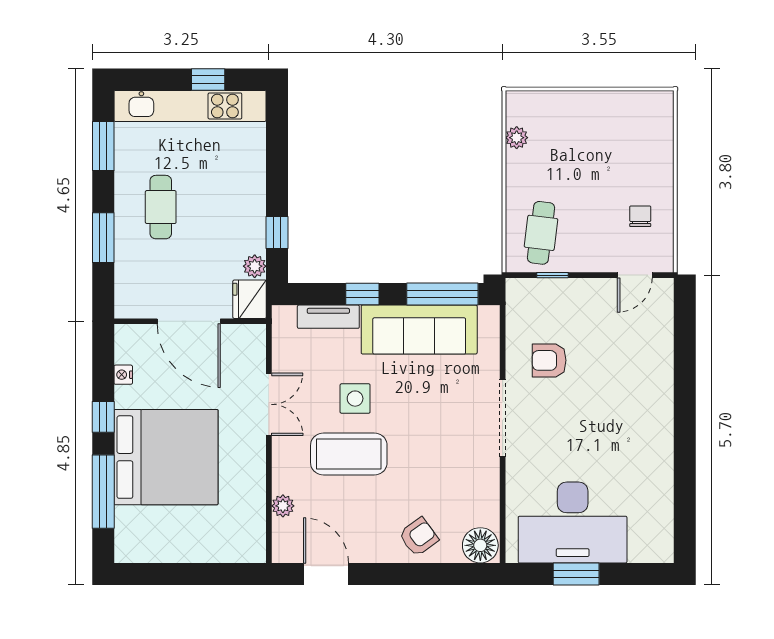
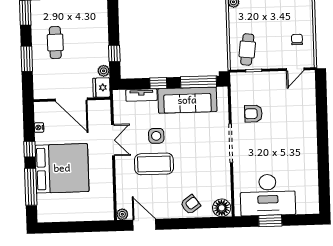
plant: (283, 506) -> (122, 214), moved

